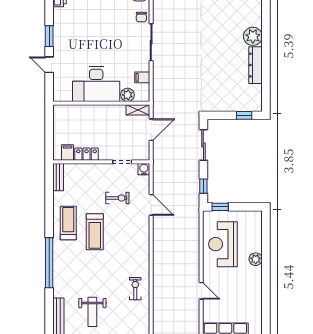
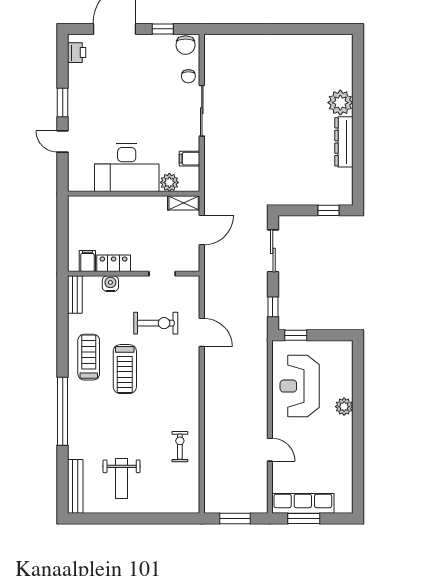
water cooler: (144, 169) -> (110, 284), moved
exercise bike: (117, 198) -> (156, 323), width x1.38, depth x1.39

